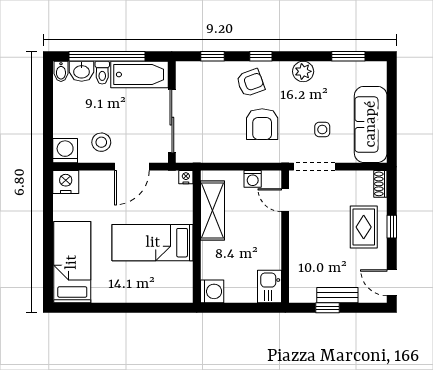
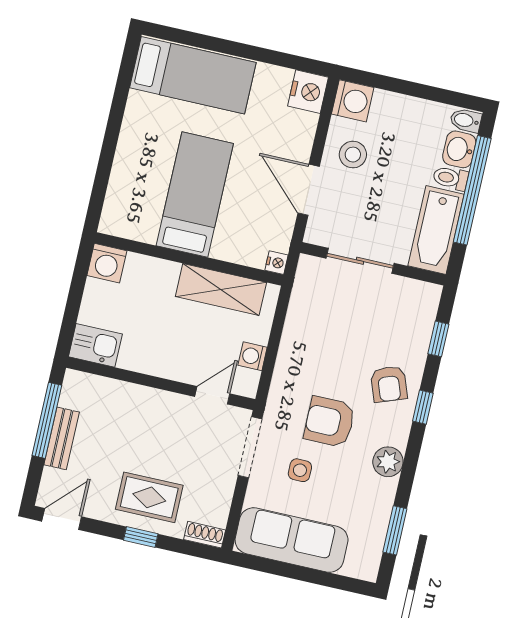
sliding door: (172, 121) -> (360, 261), width x0.73
armchair: (262, 124) -> (330, 422), moved
window: (327, 308) -> (47, 420), width x2.17

